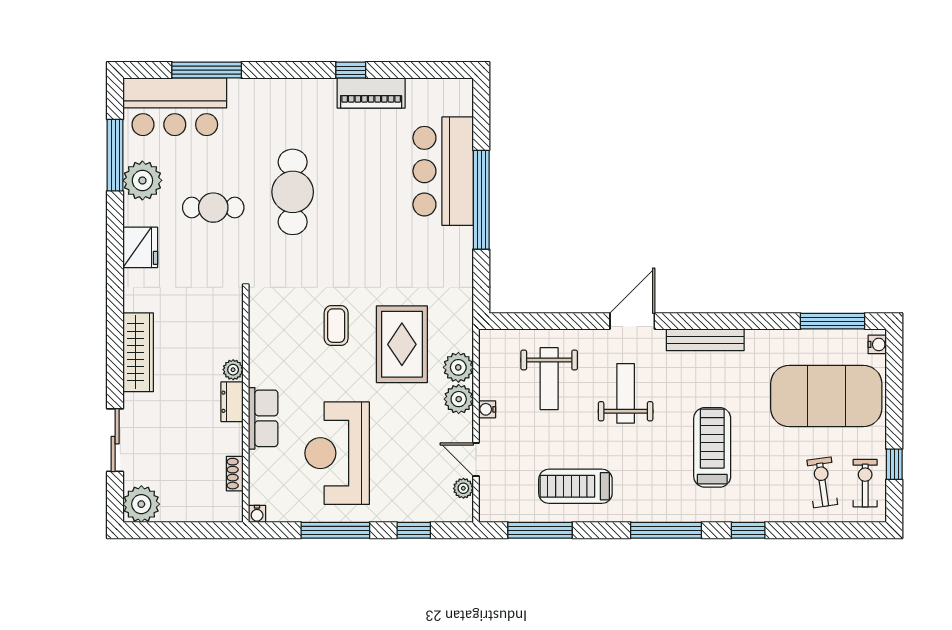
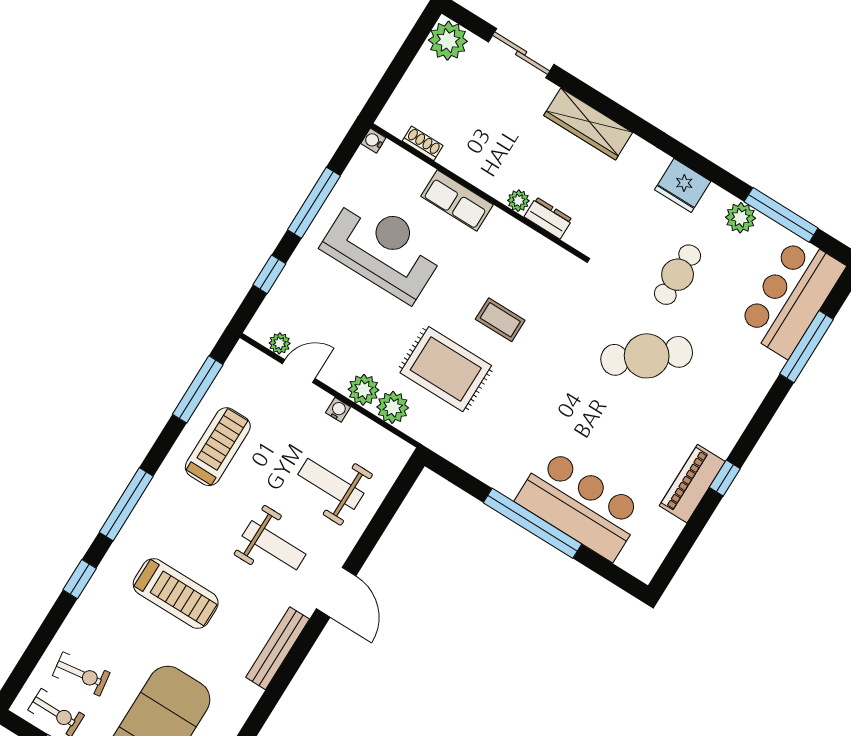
plant: (142, 180) -> (741, 218), width x0.73, depth x0.73
cafe table: (293, 192) -> (647, 356), turned -39
dresser: (232, 402) -> (548, 218), moved

